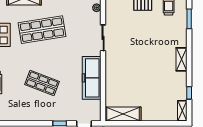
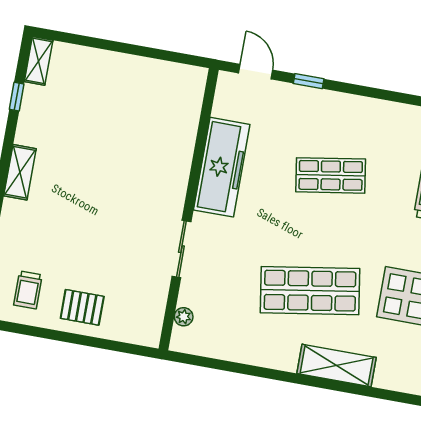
shop shelf: (42, 83) -> (331, 175), turned -30
shelving: (123, 114) -> (168, 77), removed

